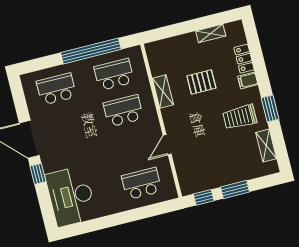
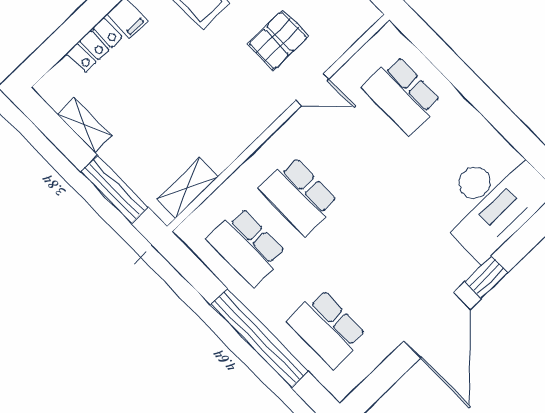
window: (174, 30) -> (114, 189), added
window: (91, 51) -> (259, 338), moved
pallet: (201, 82) -> (278, 40), moved, turned 90
shelving: (163, 91) -> (187, 188), moved

